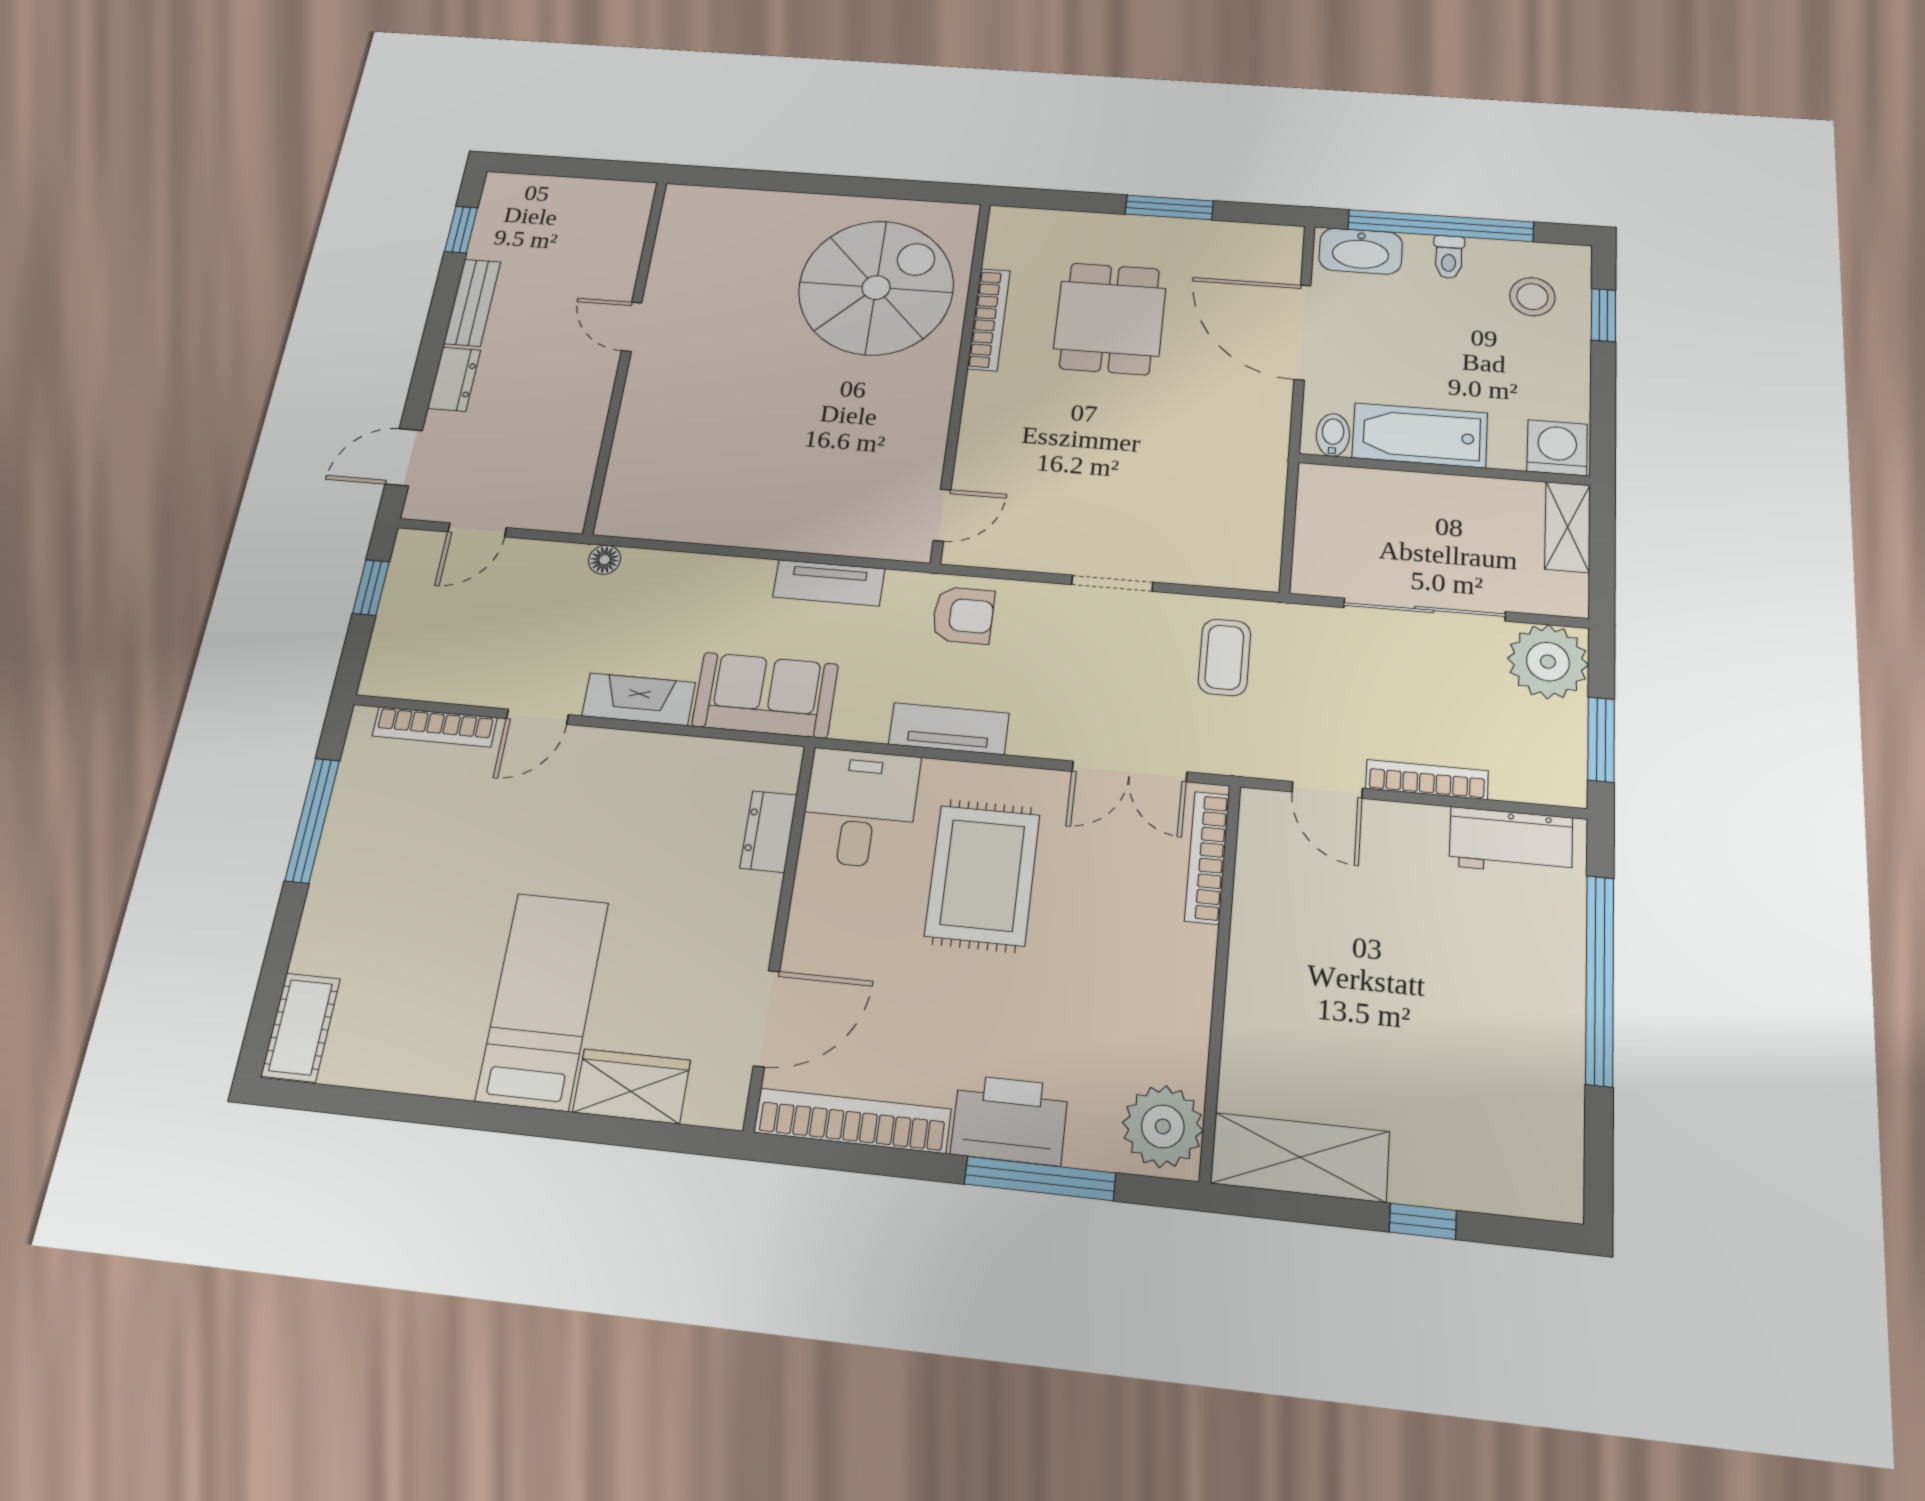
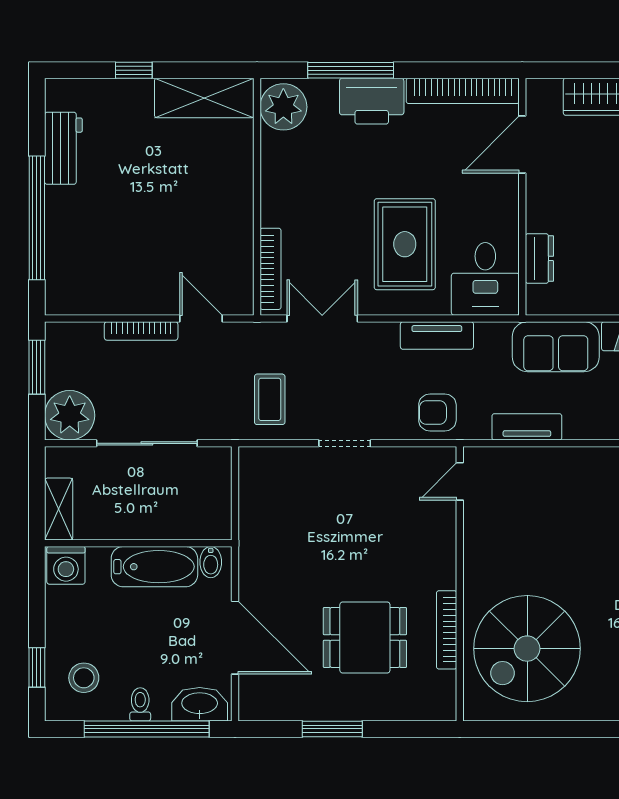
dining table: (1110, 319) -> (365, 637), turned 90
workbench: (1511, 842) -> (63, 148), moved, turned 90

